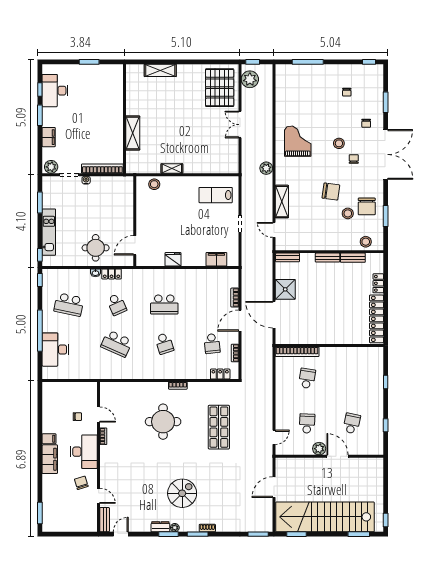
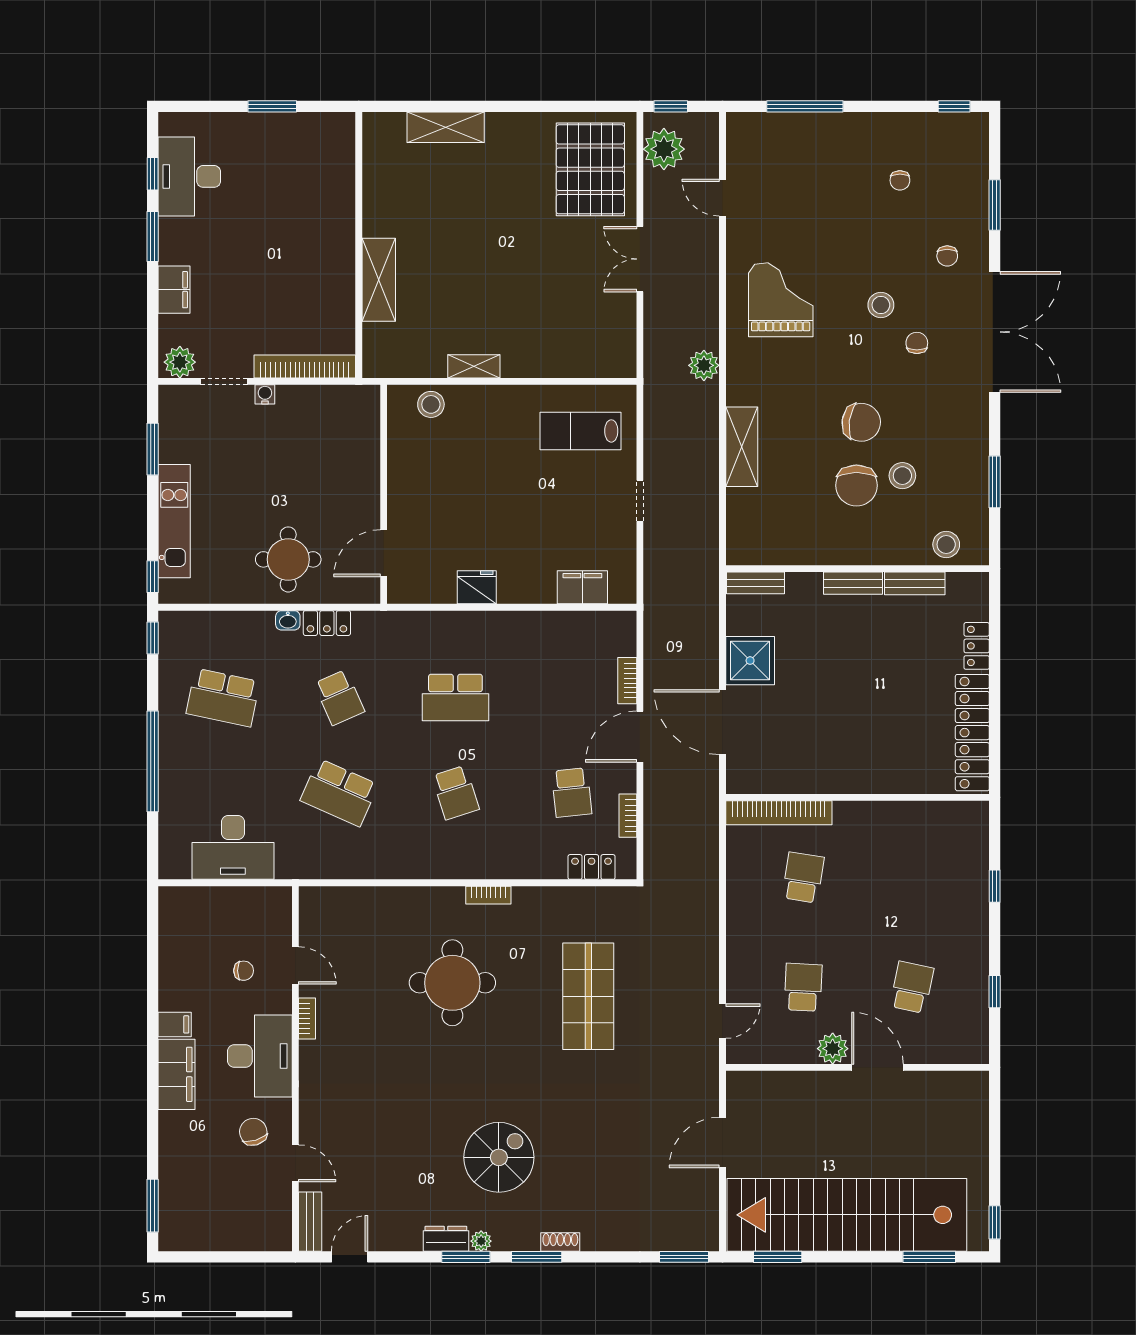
chair: (367, 206) -> (856, 485), moved
door: (274, 230) -> (722, 198), moved
desk: (55, 350) -> (233, 847), moved, turned -90

